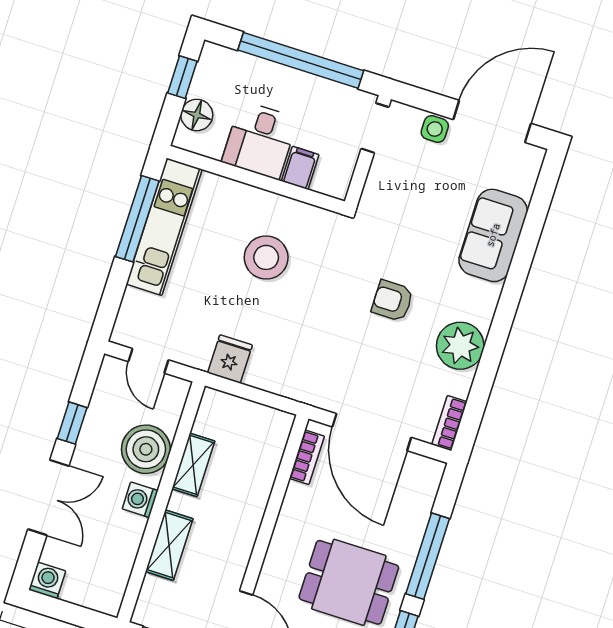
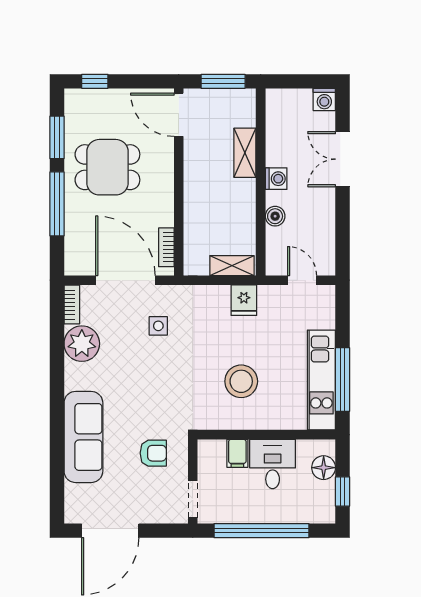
side table: (435, 129) -> (158, 326), moved
sofa: (493, 235) -> (83, 437), width x1.36
armchair: (392, 301) -> (153, 453), moved
plant: (460, 346) -> (82, 344), moved
window: (72, 423) -> (343, 218), removed
boiler: (146, 449) -> (275, 216), width x0.54, depth x0.54
shelving: (193, 465) -> (232, 266), moved, turned 90

